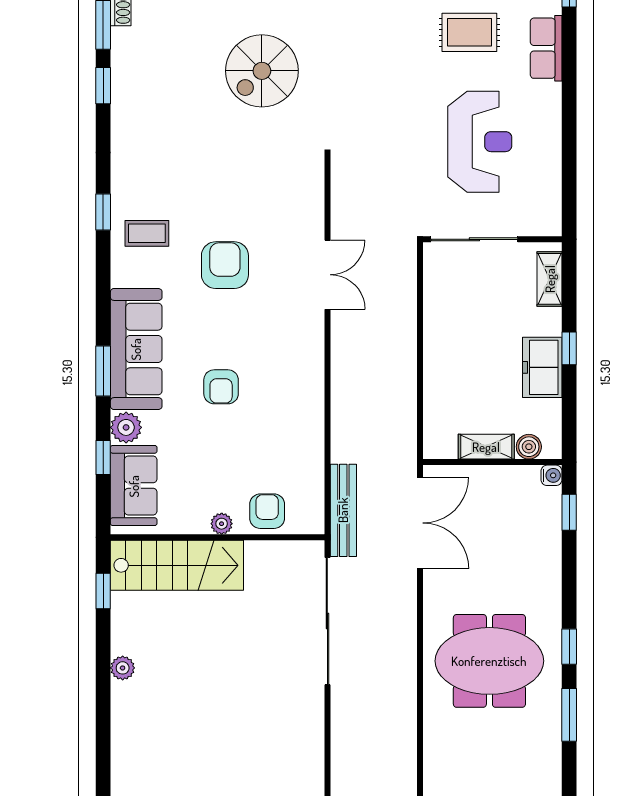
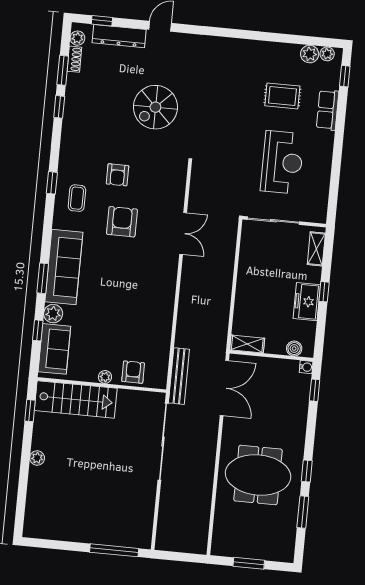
coffee table: (147, 233) -> (77, 198), turned 90
armchair: (221, 387) -> (118, 175), moved
shelving: (486, 447) -> (247, 344), moved

